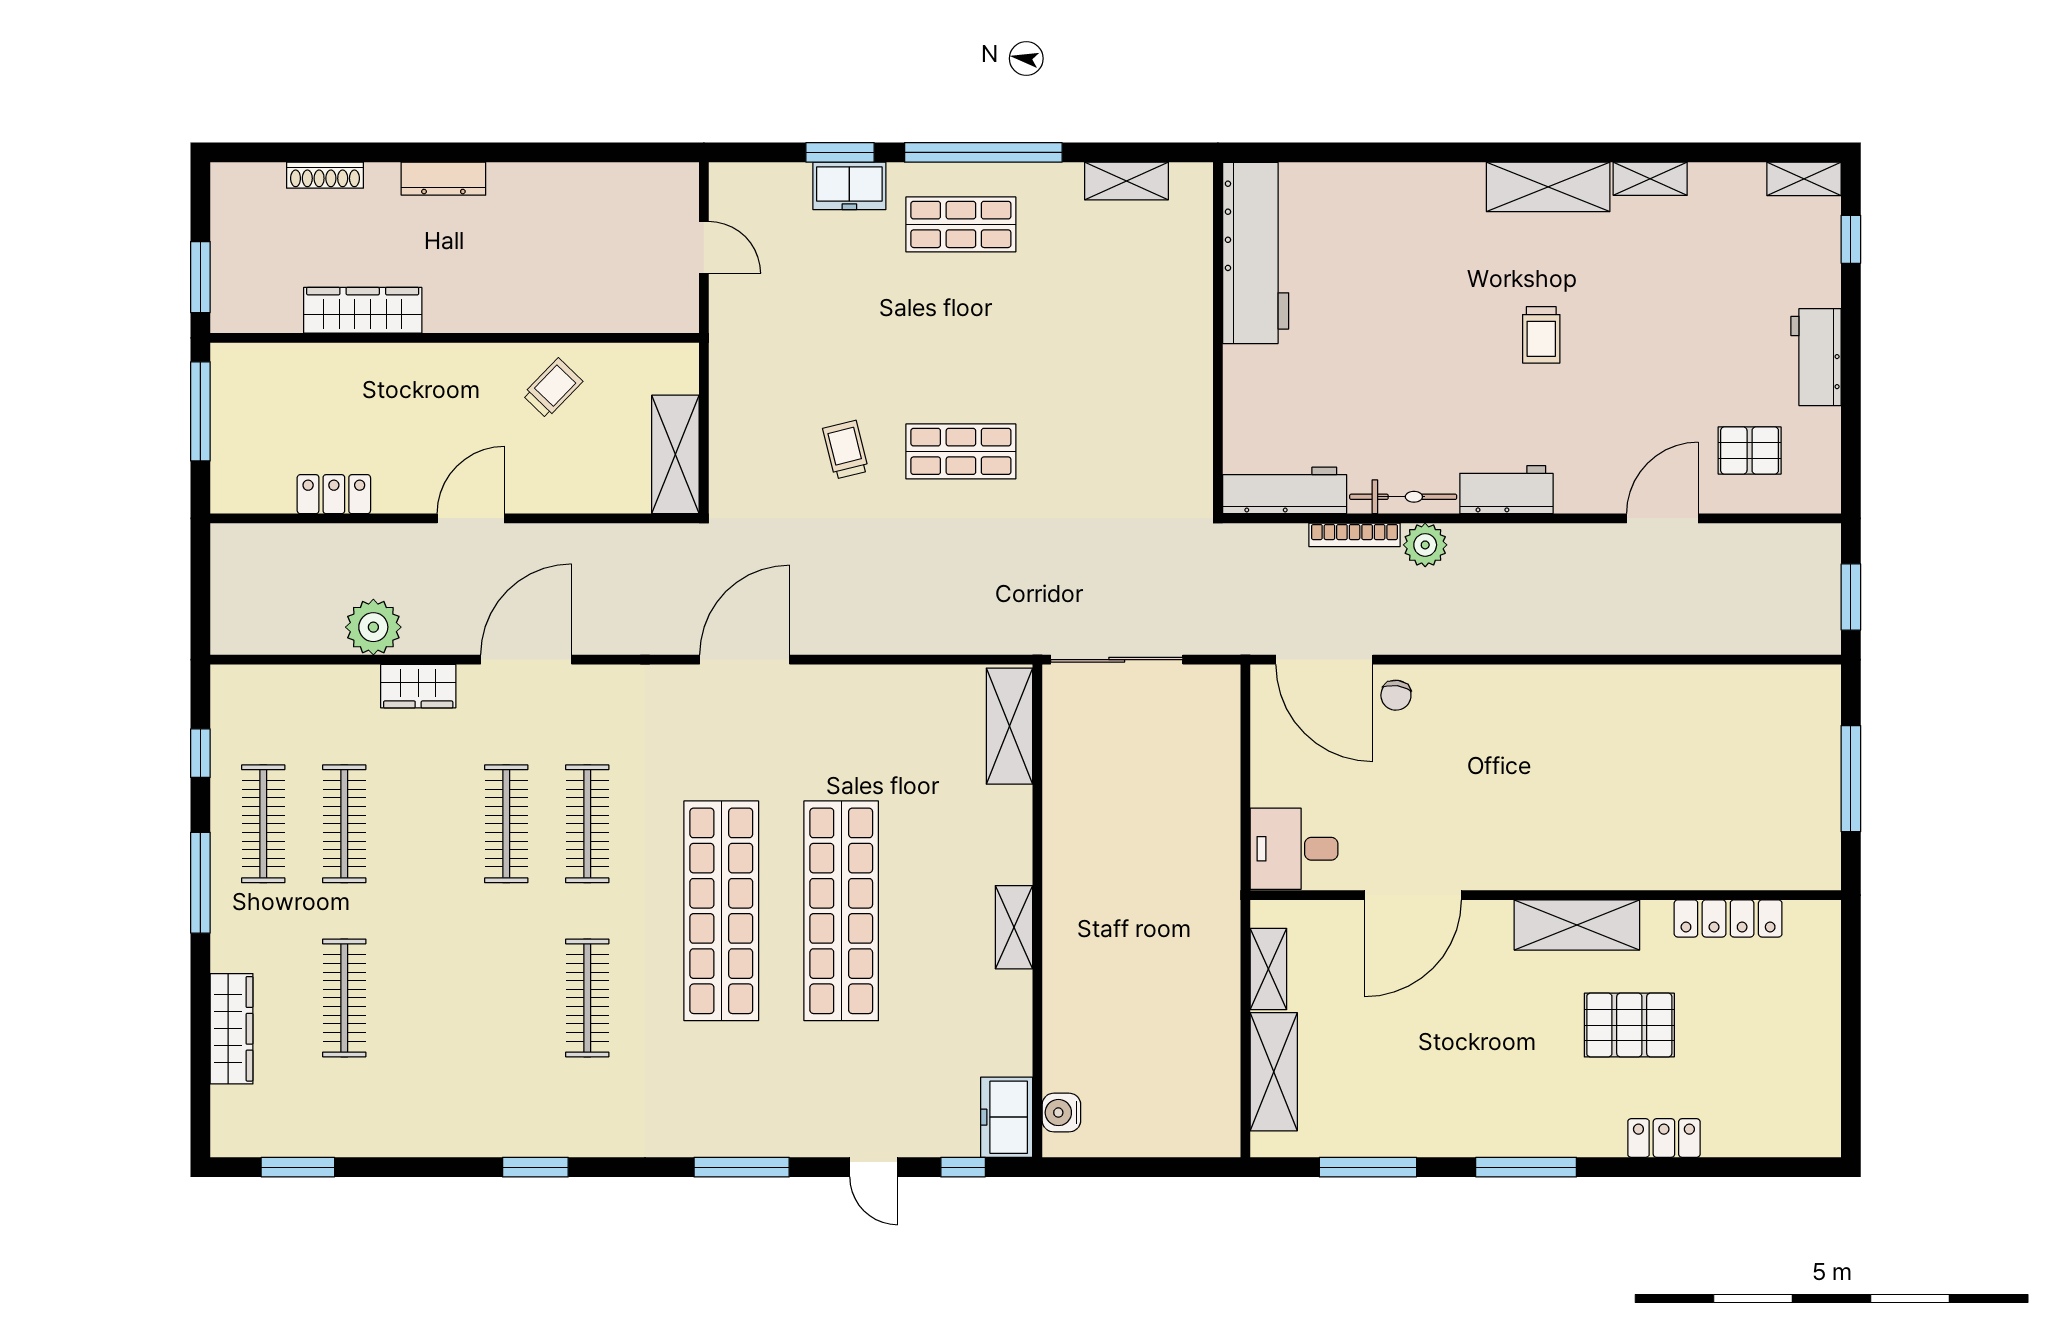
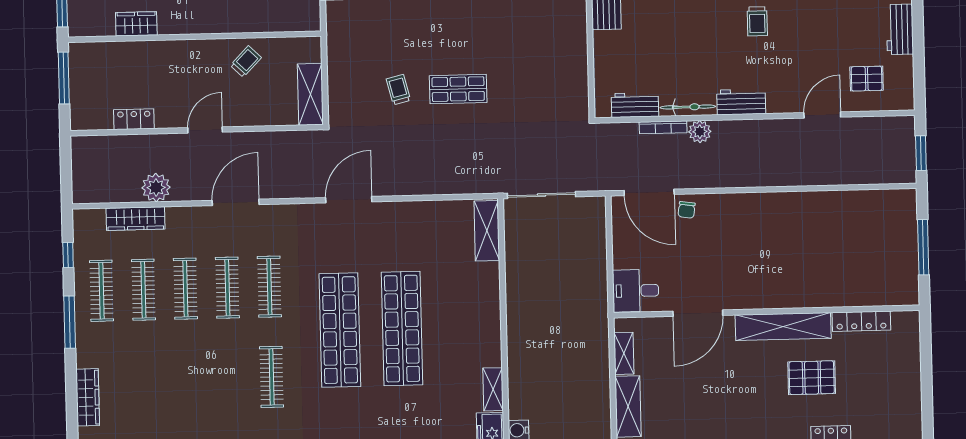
wardrobe: (363, 310) -> (136, 24), width x0.67
workbench: (1285, 490) -> (635, 105), width x0.73
wardrobe: (418, 686) -> (136, 219), moved, width x1.50
shelving: (1577, 925) -> (783, 327), width x1.47
shelving: (1014, 927) -> (493, 389), moved
clothes rail: (344, 998) -> (185, 289), moved

